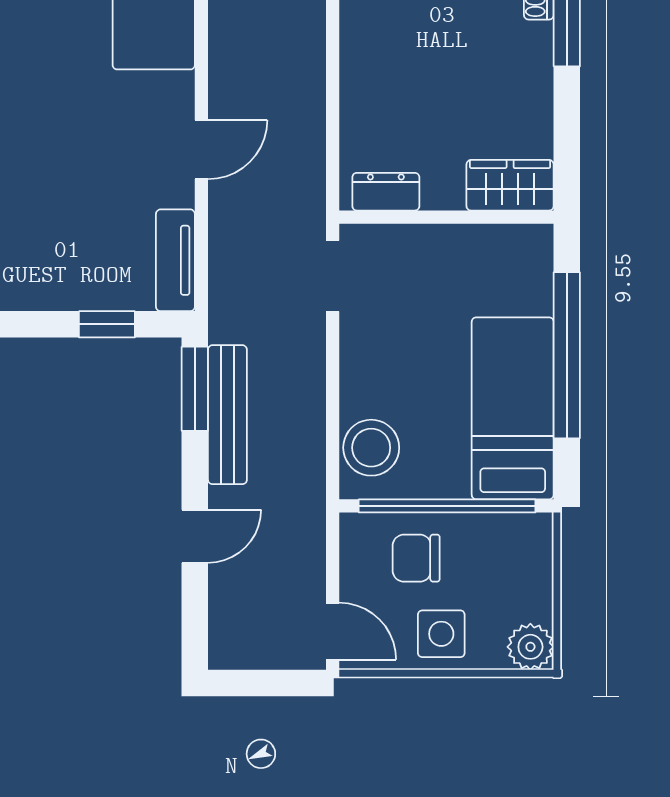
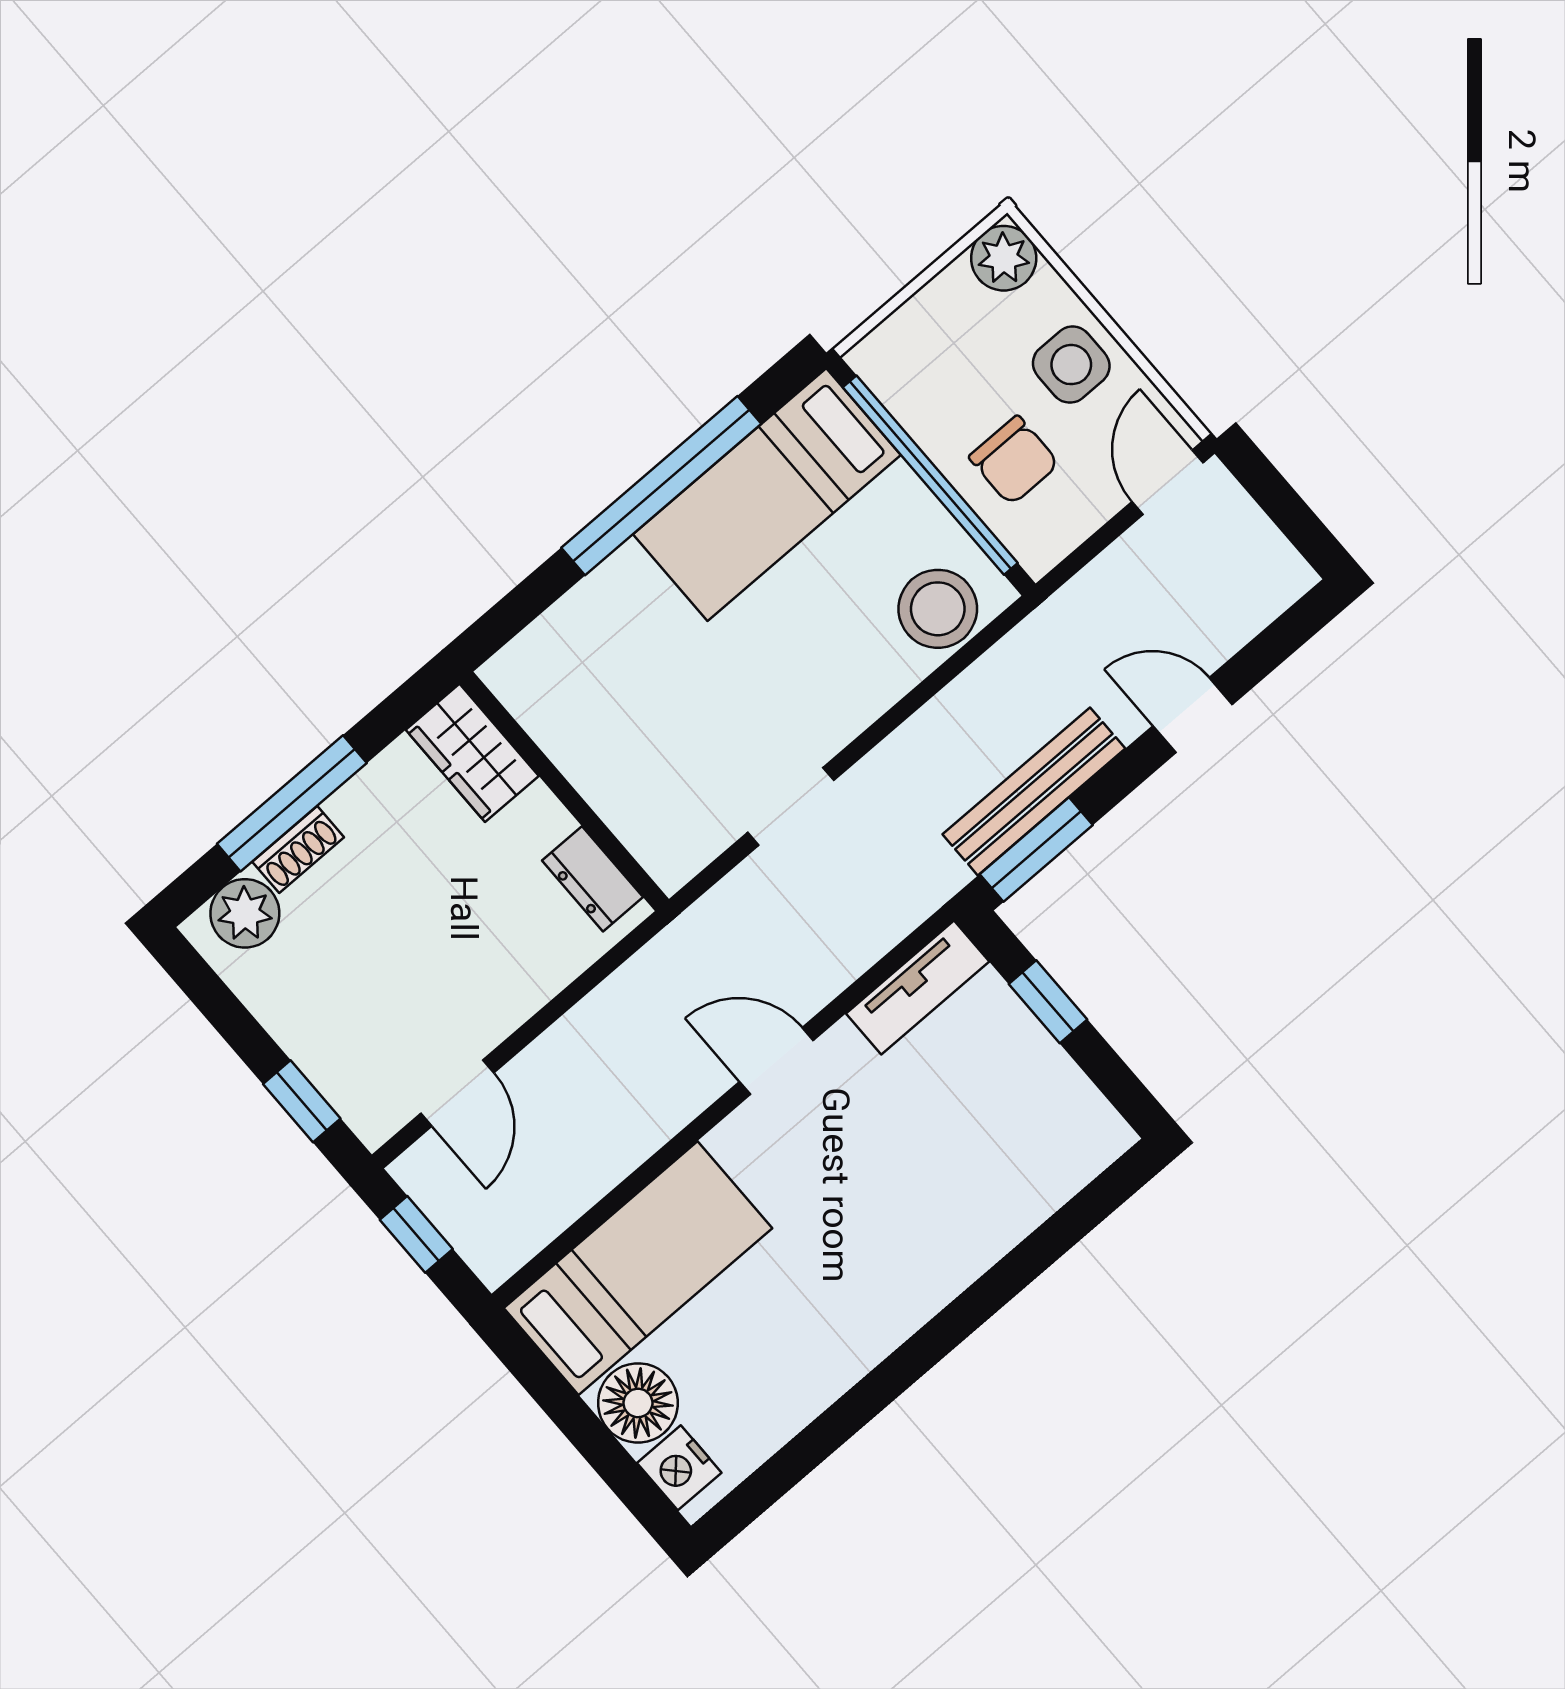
wardrobe: (510, 185) -> (472, 753), moved
dresser: (386, 192) -> (592, 879), moved
wall: (446, 217) -> (564, 791), moved

